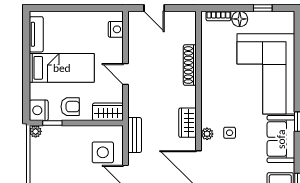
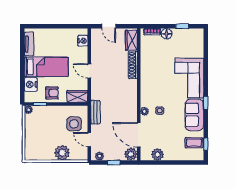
corner sofa: (266, 74) -> (189, 78), width x0.73, depth x0.74
nightstand: (39, 110) -> (31, 84), moved
wardrobe: (188, 123) -> (131, 40), moved

